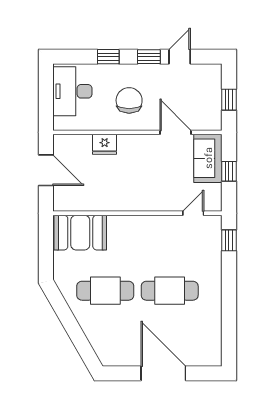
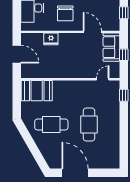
chair: (129, 100) -> (65, 13), turned 180
cafe table: (170, 291) -> (89, 125), turned 90
door: (163, 373) -> (75, 173), moved

